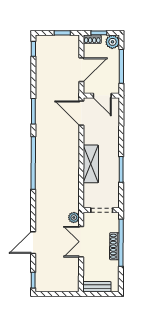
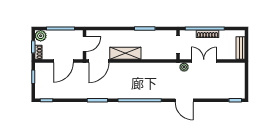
door: (81, 70) -> (63, 61), swing flipped
shelving: (91, 164) -> (125, 53), moved
double door: (81, 242) -> (204, 61), swing flipped
door: (33, 243) -> (184, 100), moved

